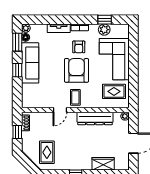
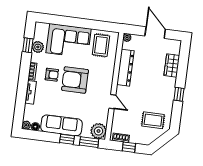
window: (17, 42) -> (89, 142), moved
coffee table: (75, 97) -> (102, 85), removed
plant: (29, 100) -> (98, 131), added

